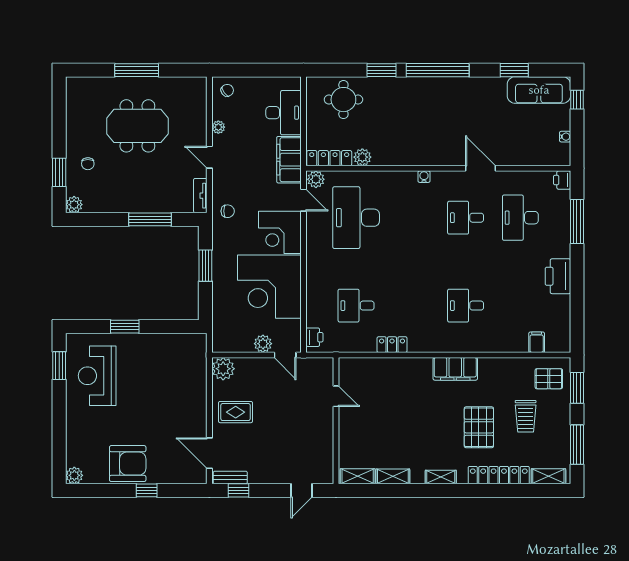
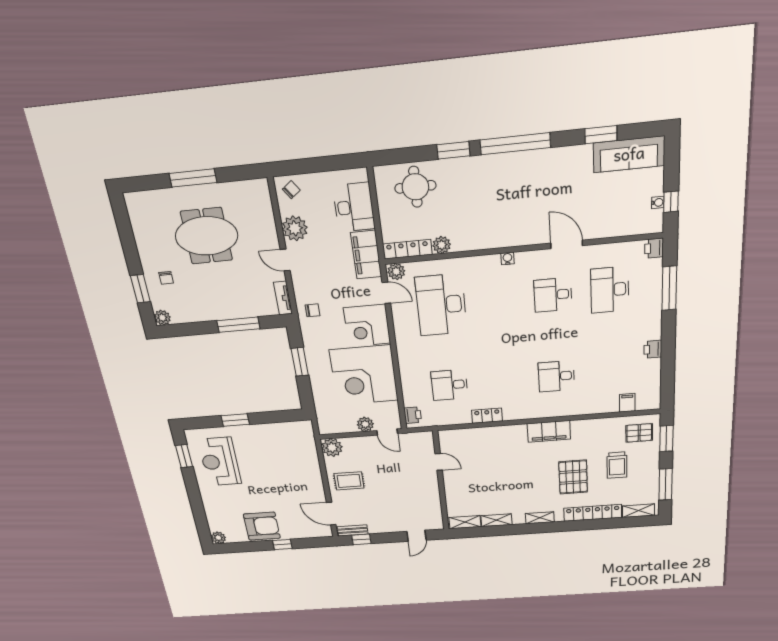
window: (577, 100) -> (671, 202), moved
plant: (218, 127) -> (295, 228), width x1.87, depth x1.87
printer: (558, 276) -> (653, 349), width x0.53, depth x0.68

